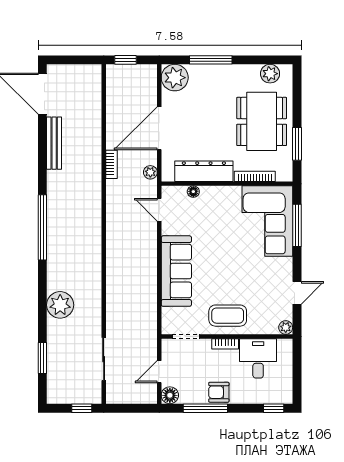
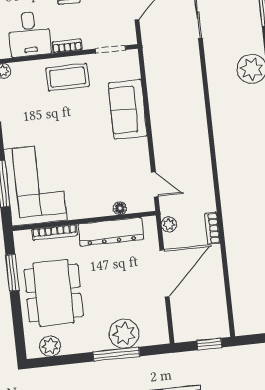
plant: (175, 78) -> (124, 334), moved
sofa: (176, 271) -> (128, 109), width x0.73

